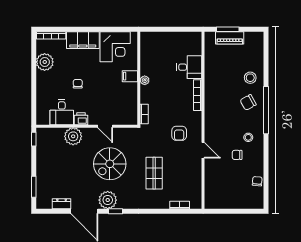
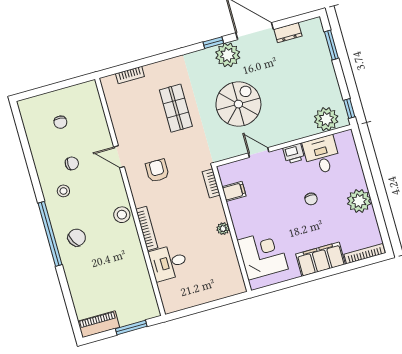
piano: (230, 38) -> (99, 324), moved
corner desk: (115, 47) -> (263, 255), moved, turned 90
plant: (45, 62) -> (359, 201), moved
filing cabinet: (130, 76) -> (234, 191), moved
stool: (250, 78) -> (122, 215), moved
plant: (73, 136) -> (326, 119), moved
chair: (257, 181) -> (60, 122), moved

